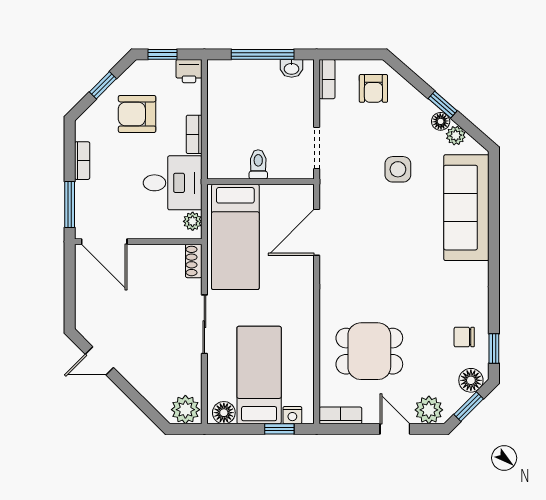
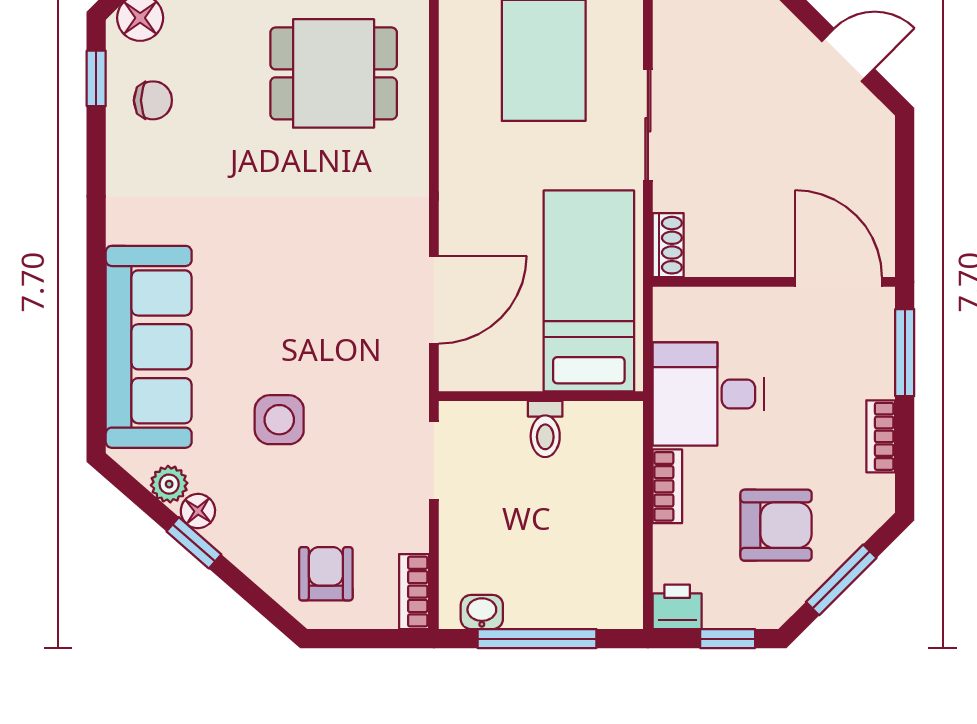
window: (103, 85) -> (841, 580), width x1.50
plant: (193, 221) -> (670, 321), removed

